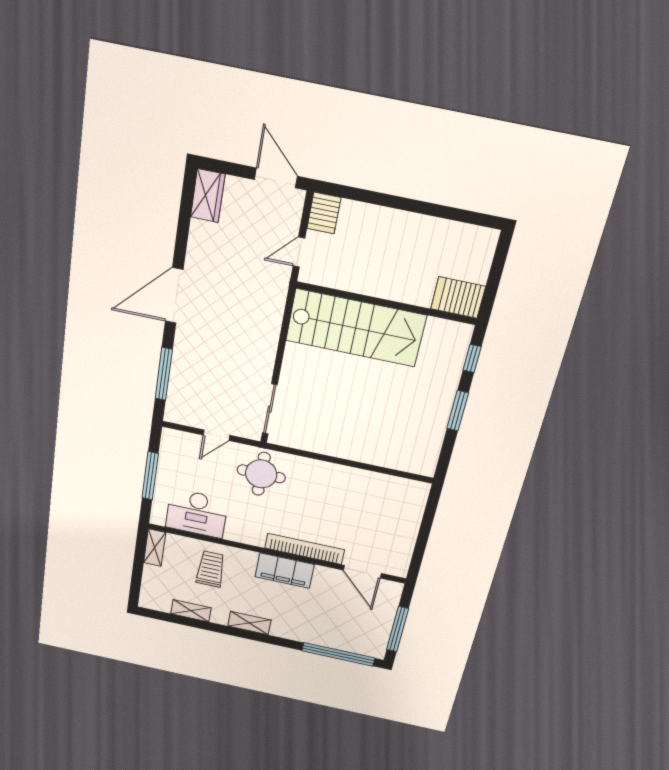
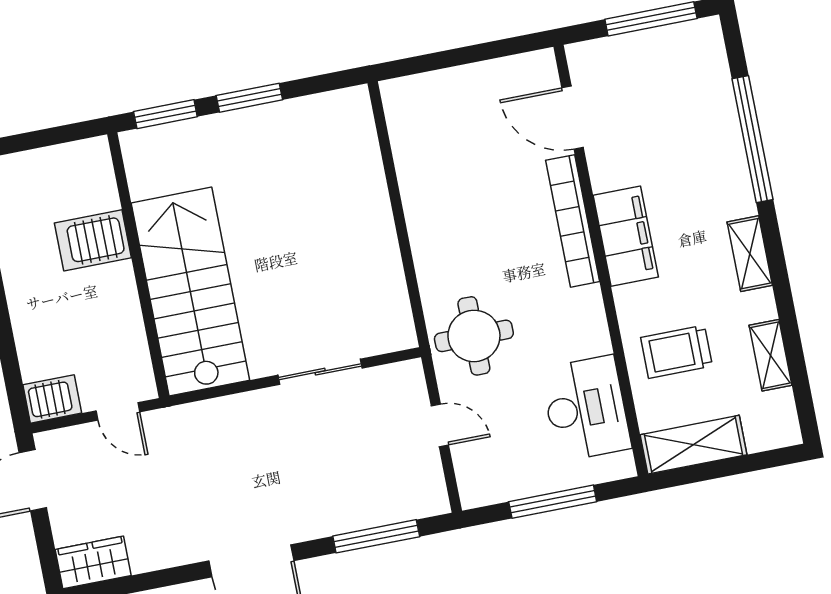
server rack: (458, 298) -> (93, 240), moved, turned 90
window: (472, 358) -> (165, 114), width x1.50
sliding door: (270, 409) -> (320, 372), moved
shelving: (155, 548) -> (693, 445), width x1.50, depth x1.33
door: (362, 572) -> (573, 118), swing flipped
window: (338, 654) -> (752, 139), moved

